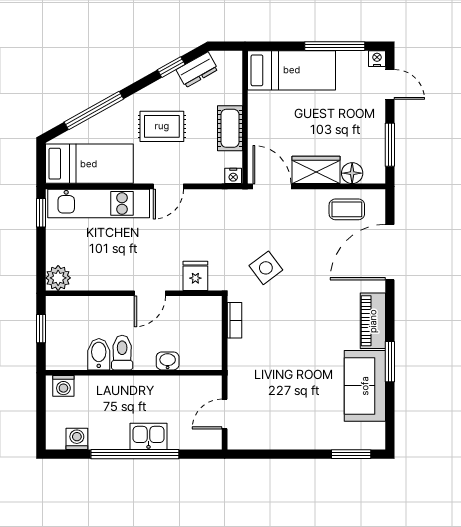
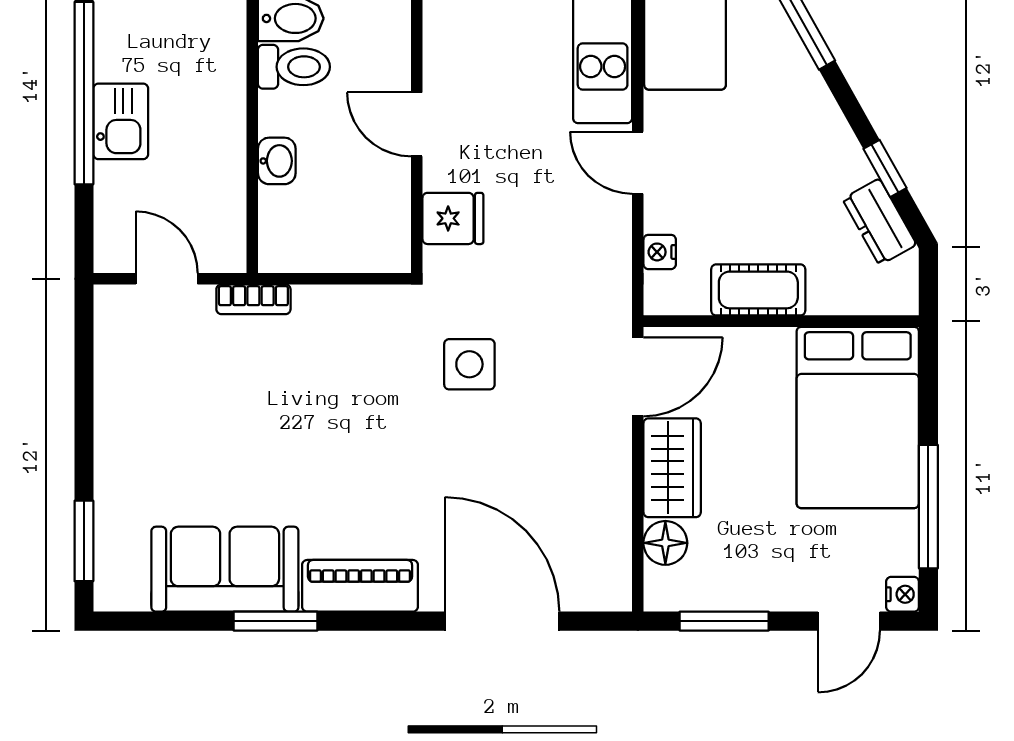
bed: (292, 70) -> (858, 417), width x1.50
rug: (162, 126) -> (762, 149), removed
nightstand: (233, 176) -> (660, 252), moved
coffee table: (347, 209) -> (590, 532), removed
side table: (266, 268) -> (469, 364), turned 37
bookcase: (234, 320) -> (253, 299), moved

